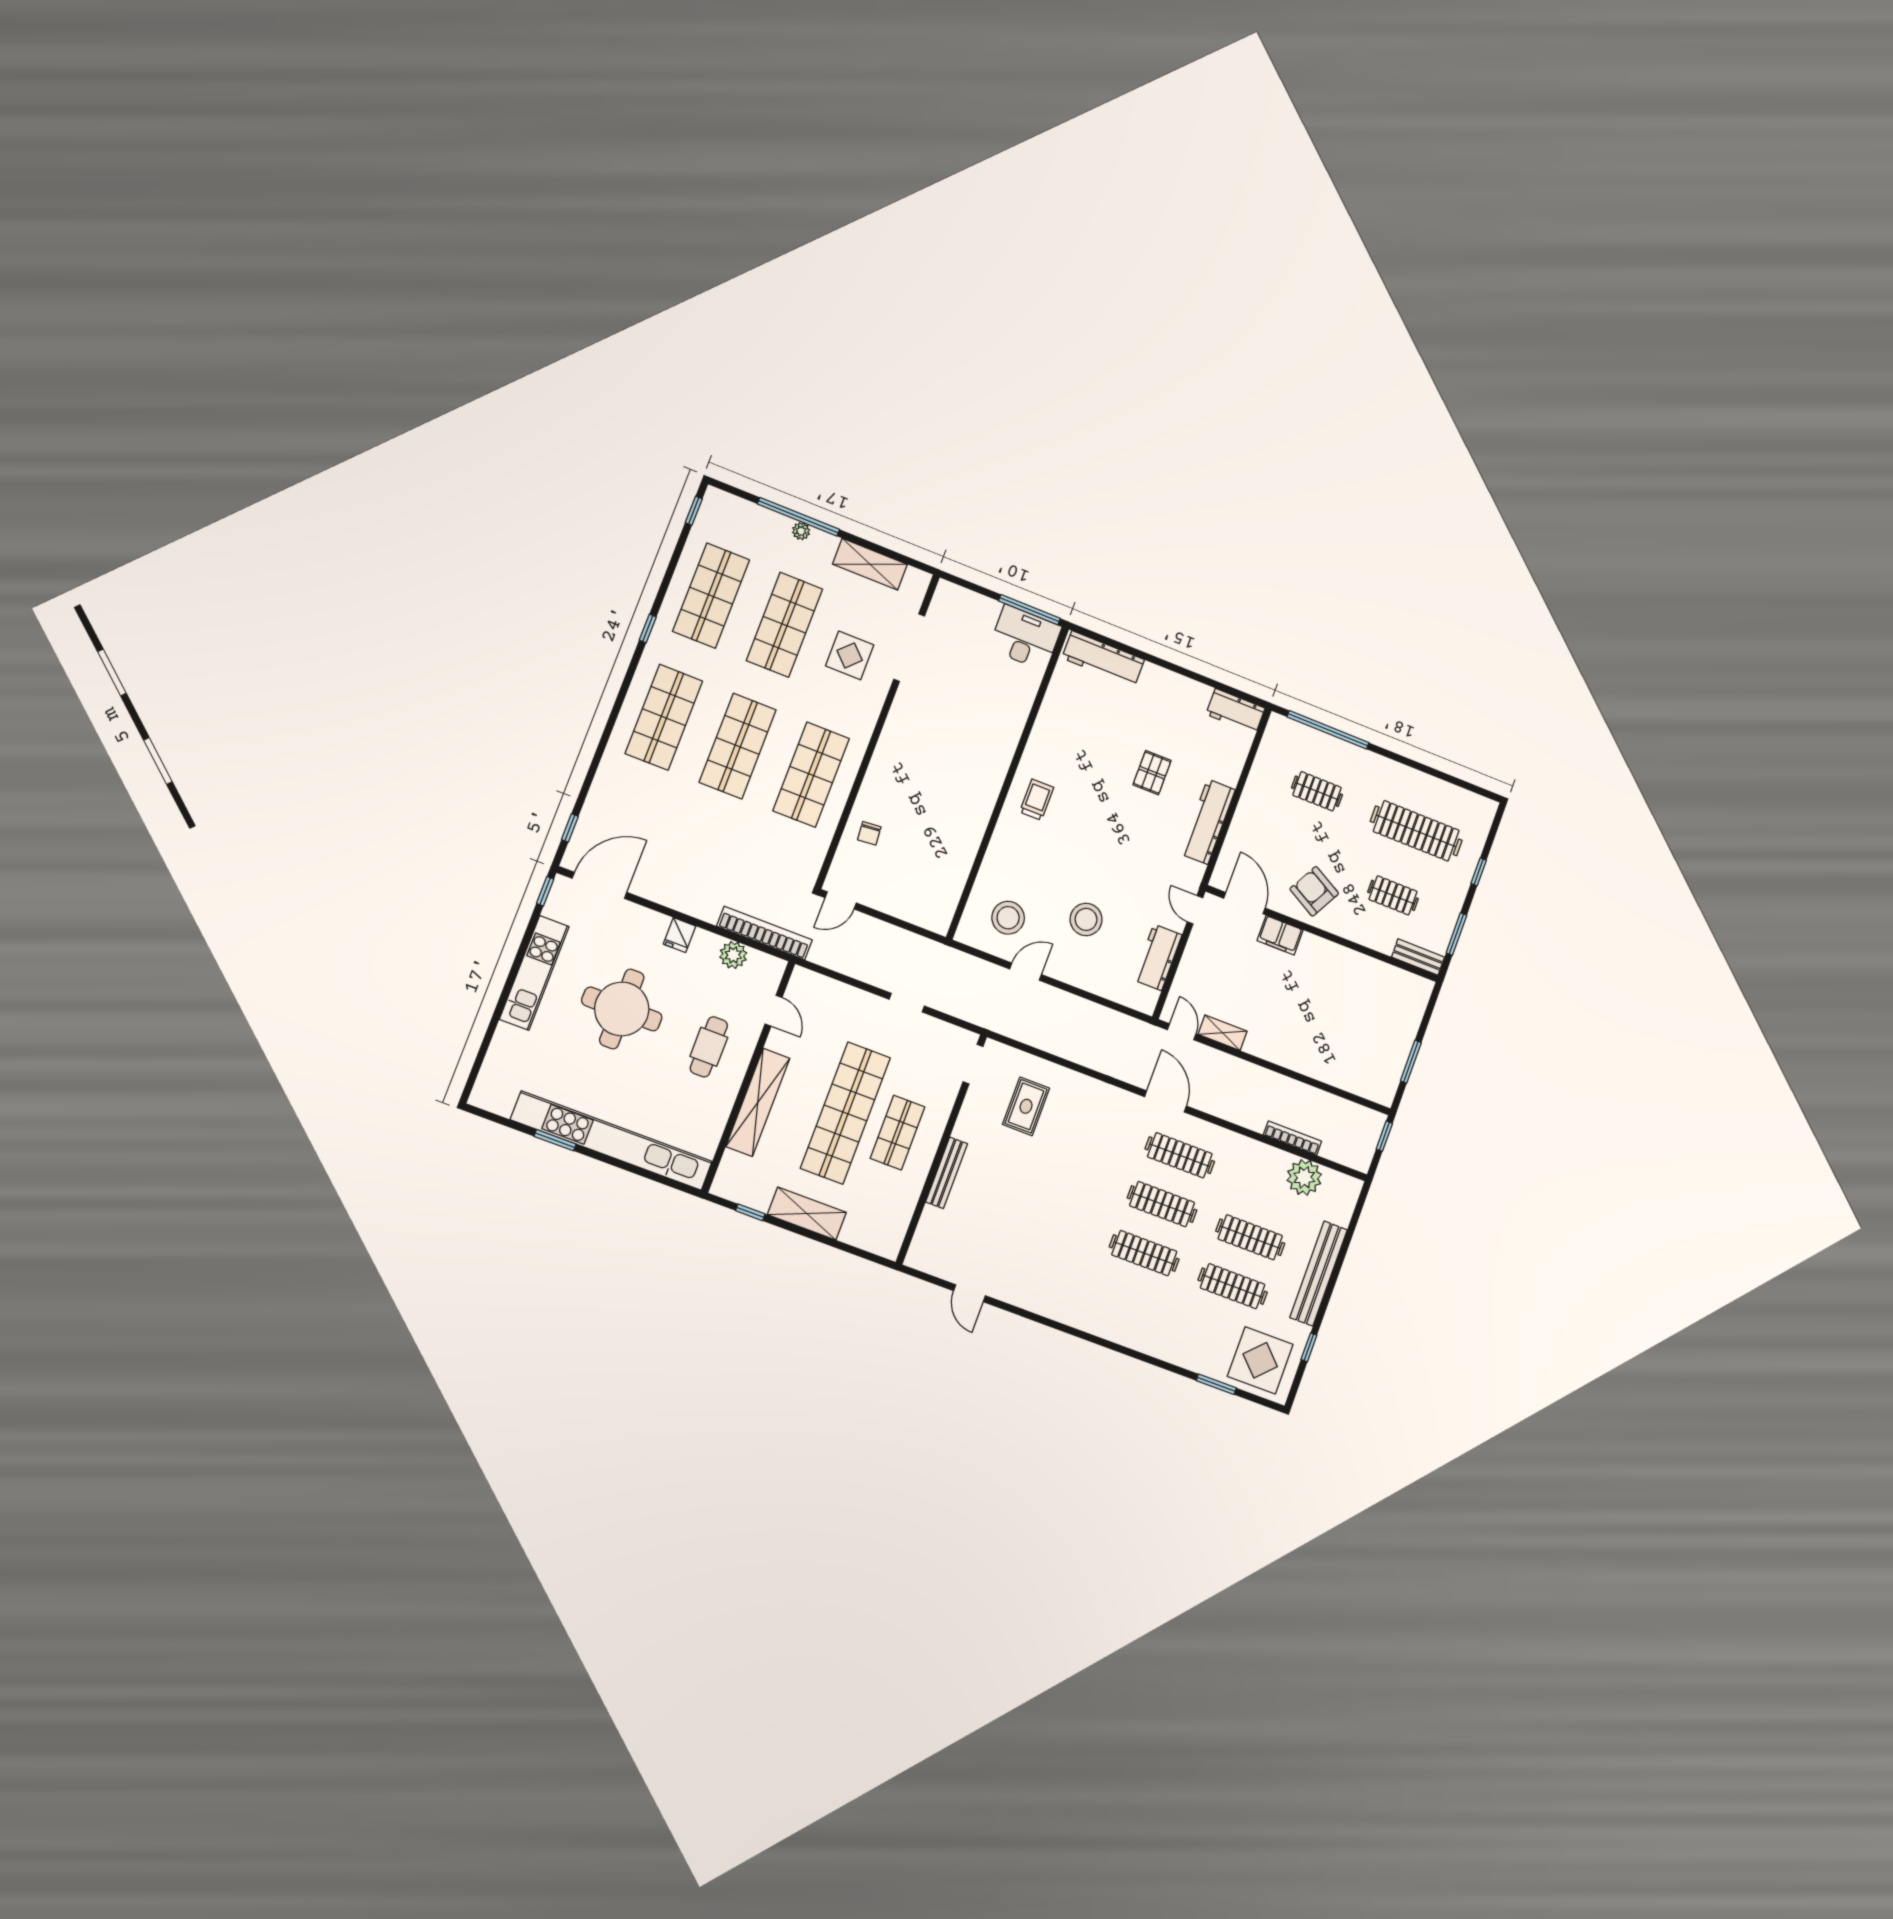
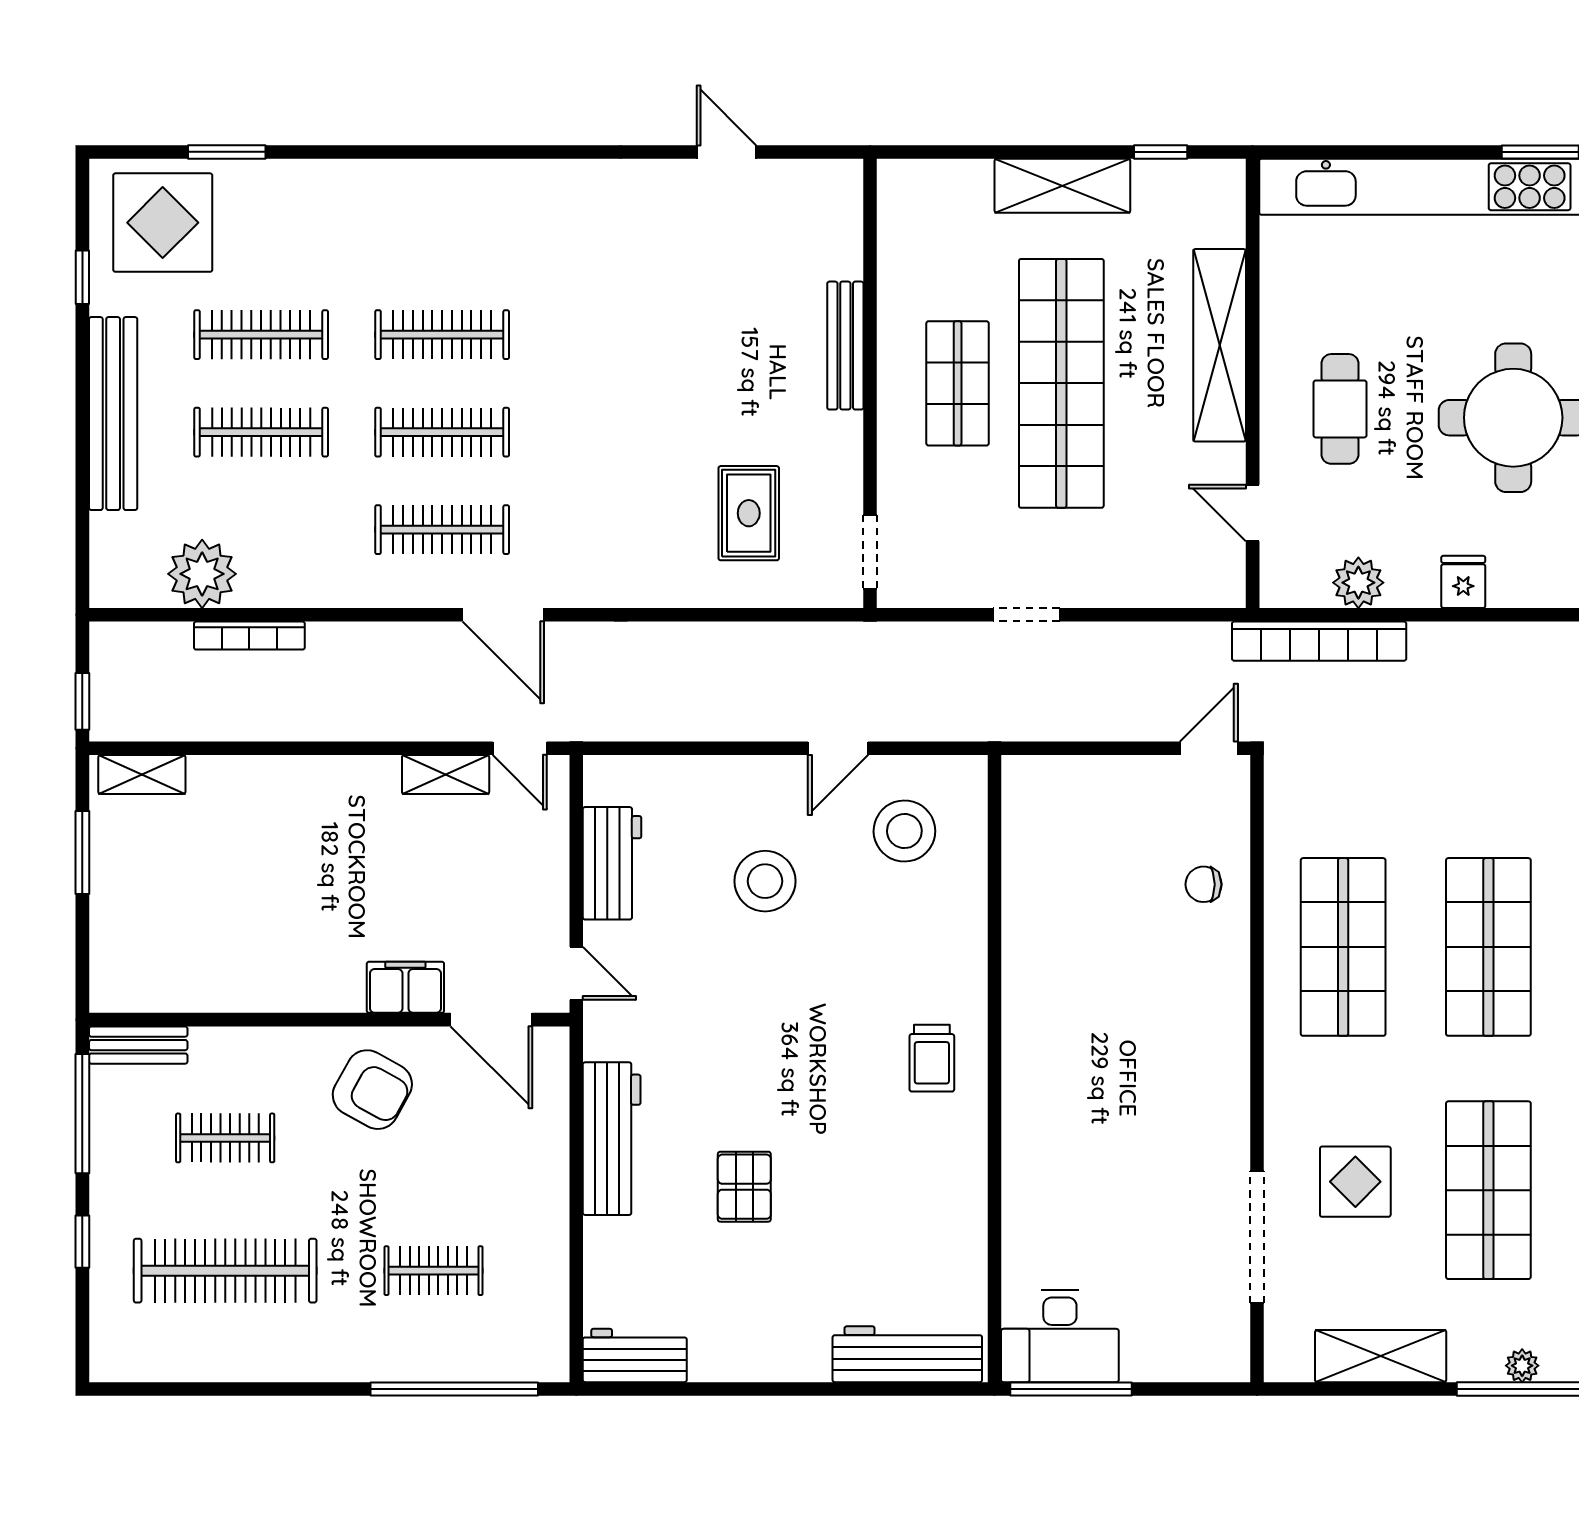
chair: (869, 833) -> (1204, 884), turned -85
window: (1456, 934) -> (82, 1114), width x1.44
shelving: (1369, 1089) -> (142, 774), added

